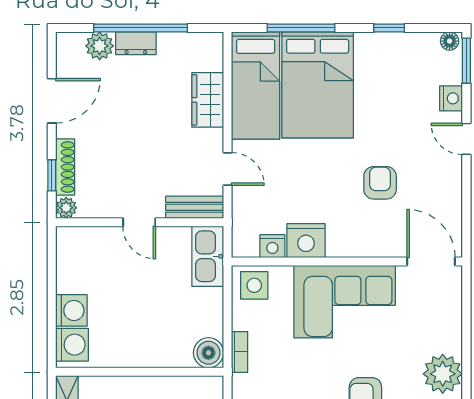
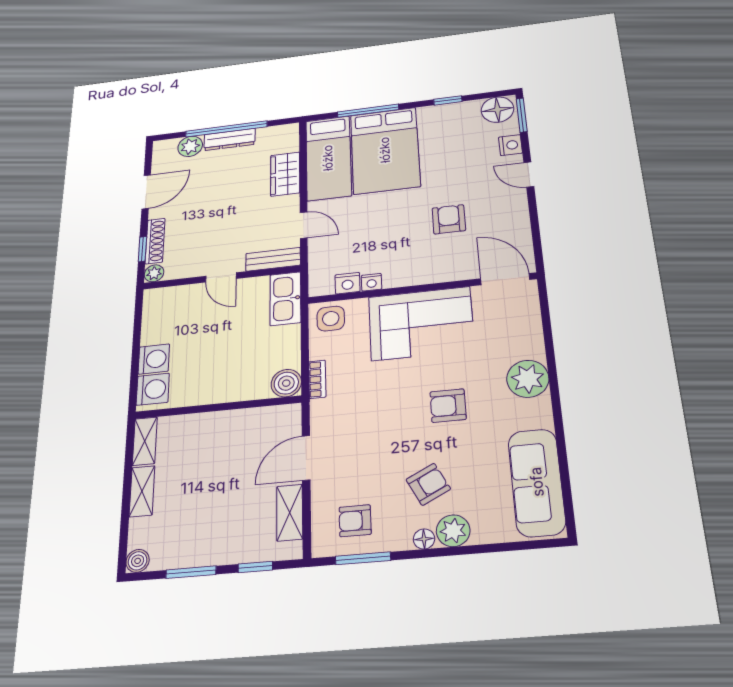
floor lamp: (450, 41) -> (497, 110), width x1.89, depth x1.89
dresser: (136, 43) -> (230, 139), width x1.44
nightstand: (306, 241) -> (372, 282), width x0.53, depth x0.56

